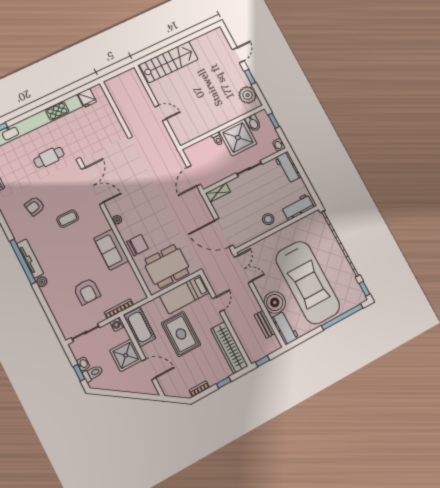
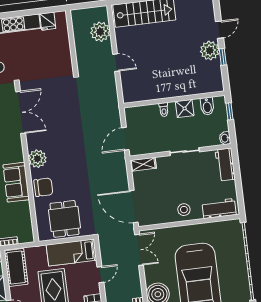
plant: (137, 91) -> (100, 32), added
plant: (248, 95) -> (210, 51), moved
shower: (238, 138) -> (185, 108), width x0.54, depth x0.54
plant: (117, 220) -> (37, 159), width x1.87, depth x1.87
dining table: (167, 266) -> (64, 219), width x0.73

